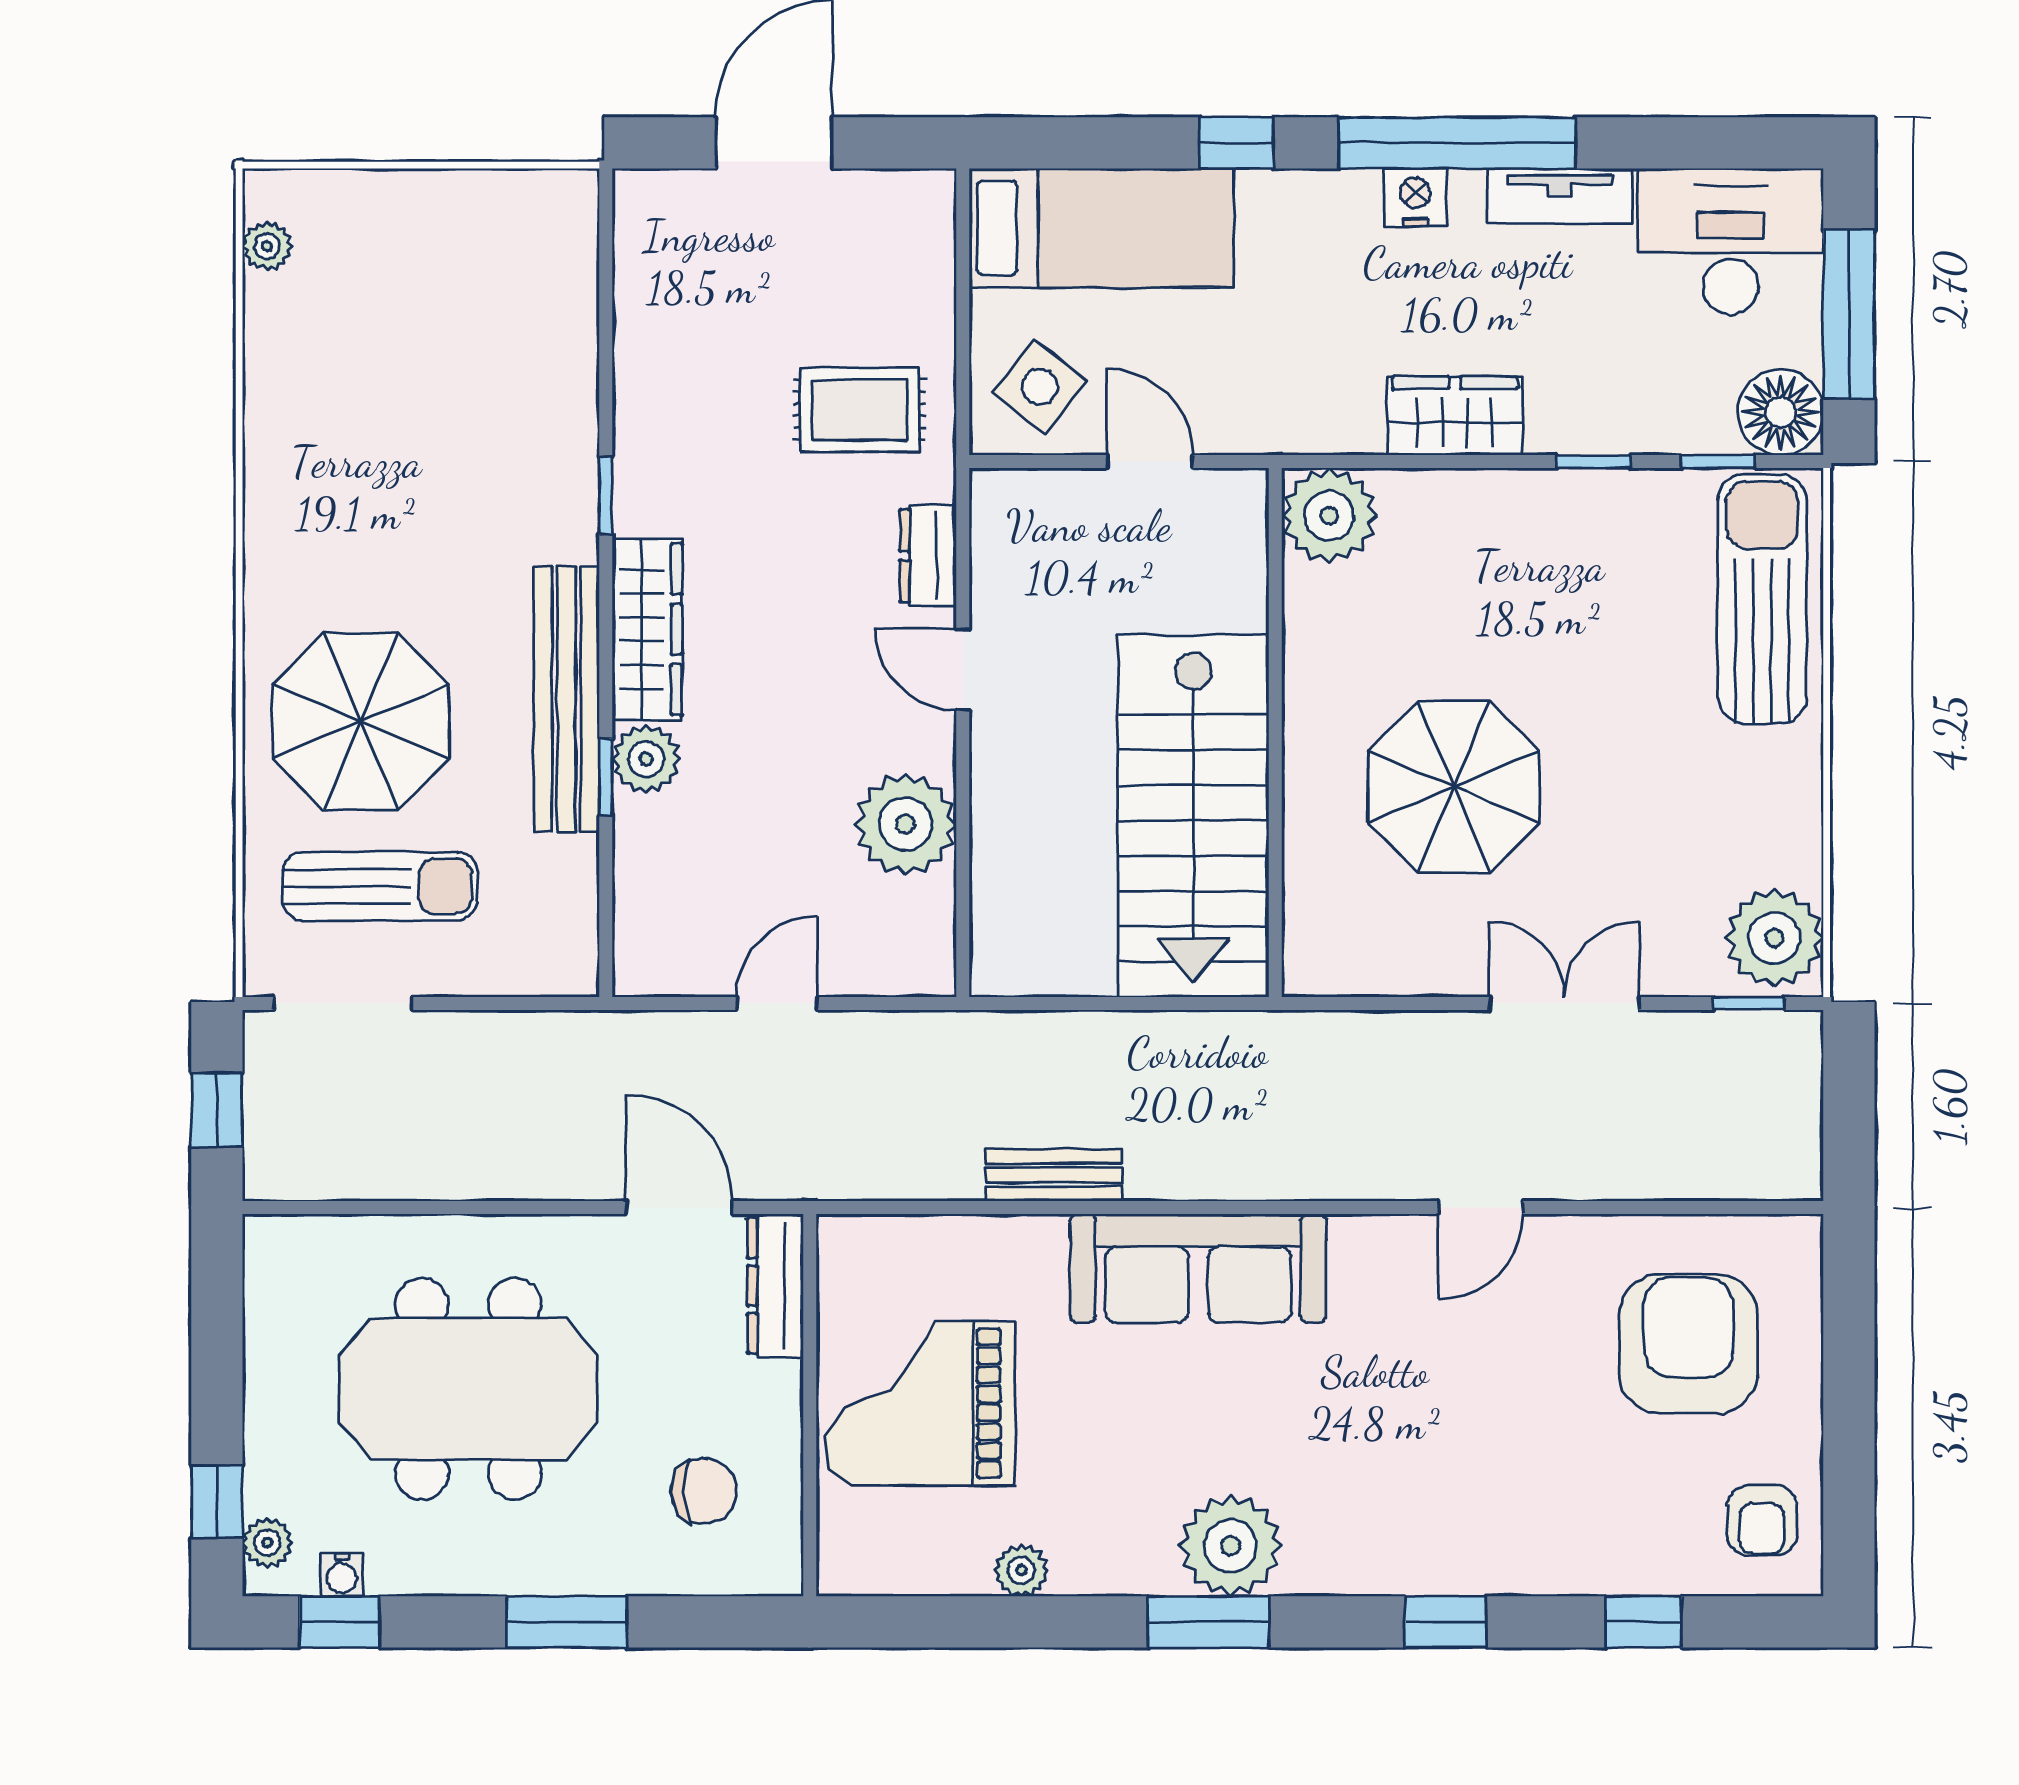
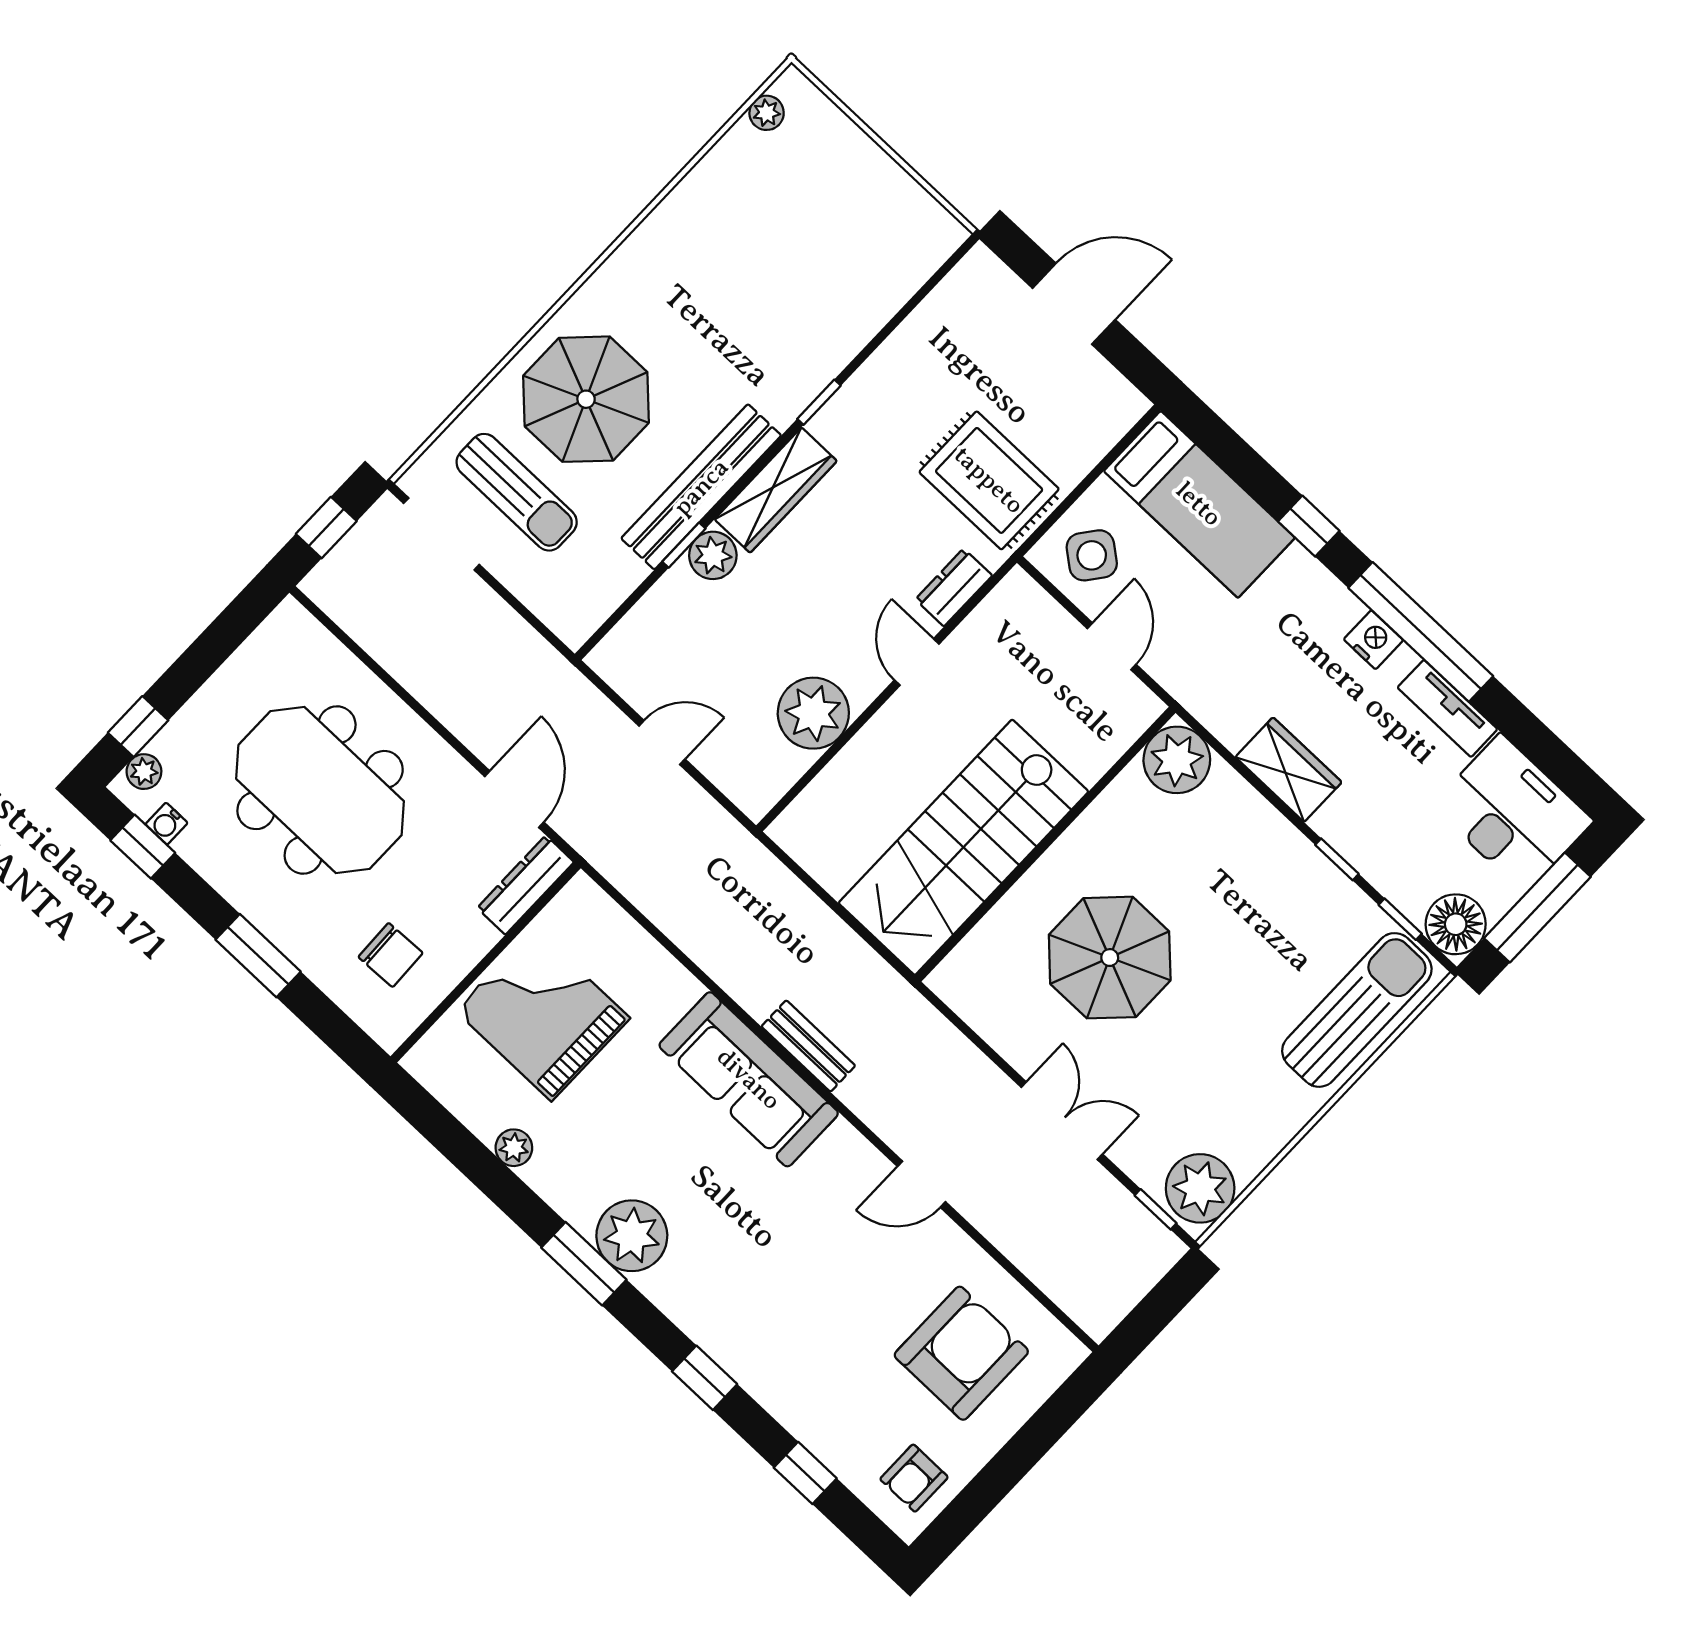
rug: (859, 410) -> (989, 480), width x1.36, depth x1.43
bench: (1054, 1175) -> (808, 1046), moved

